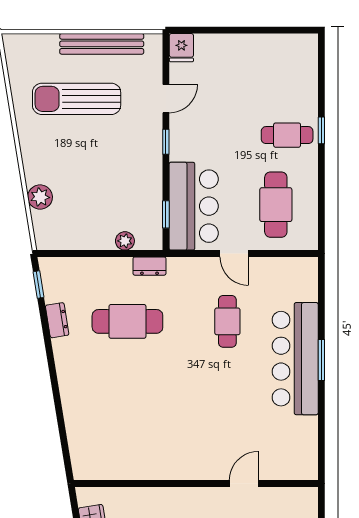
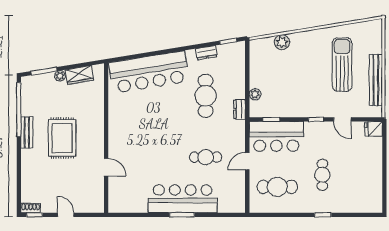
cafe table: (287, 135) -> (322, 175), moved
bar counter: (89, 414) -> (149, 72), added

